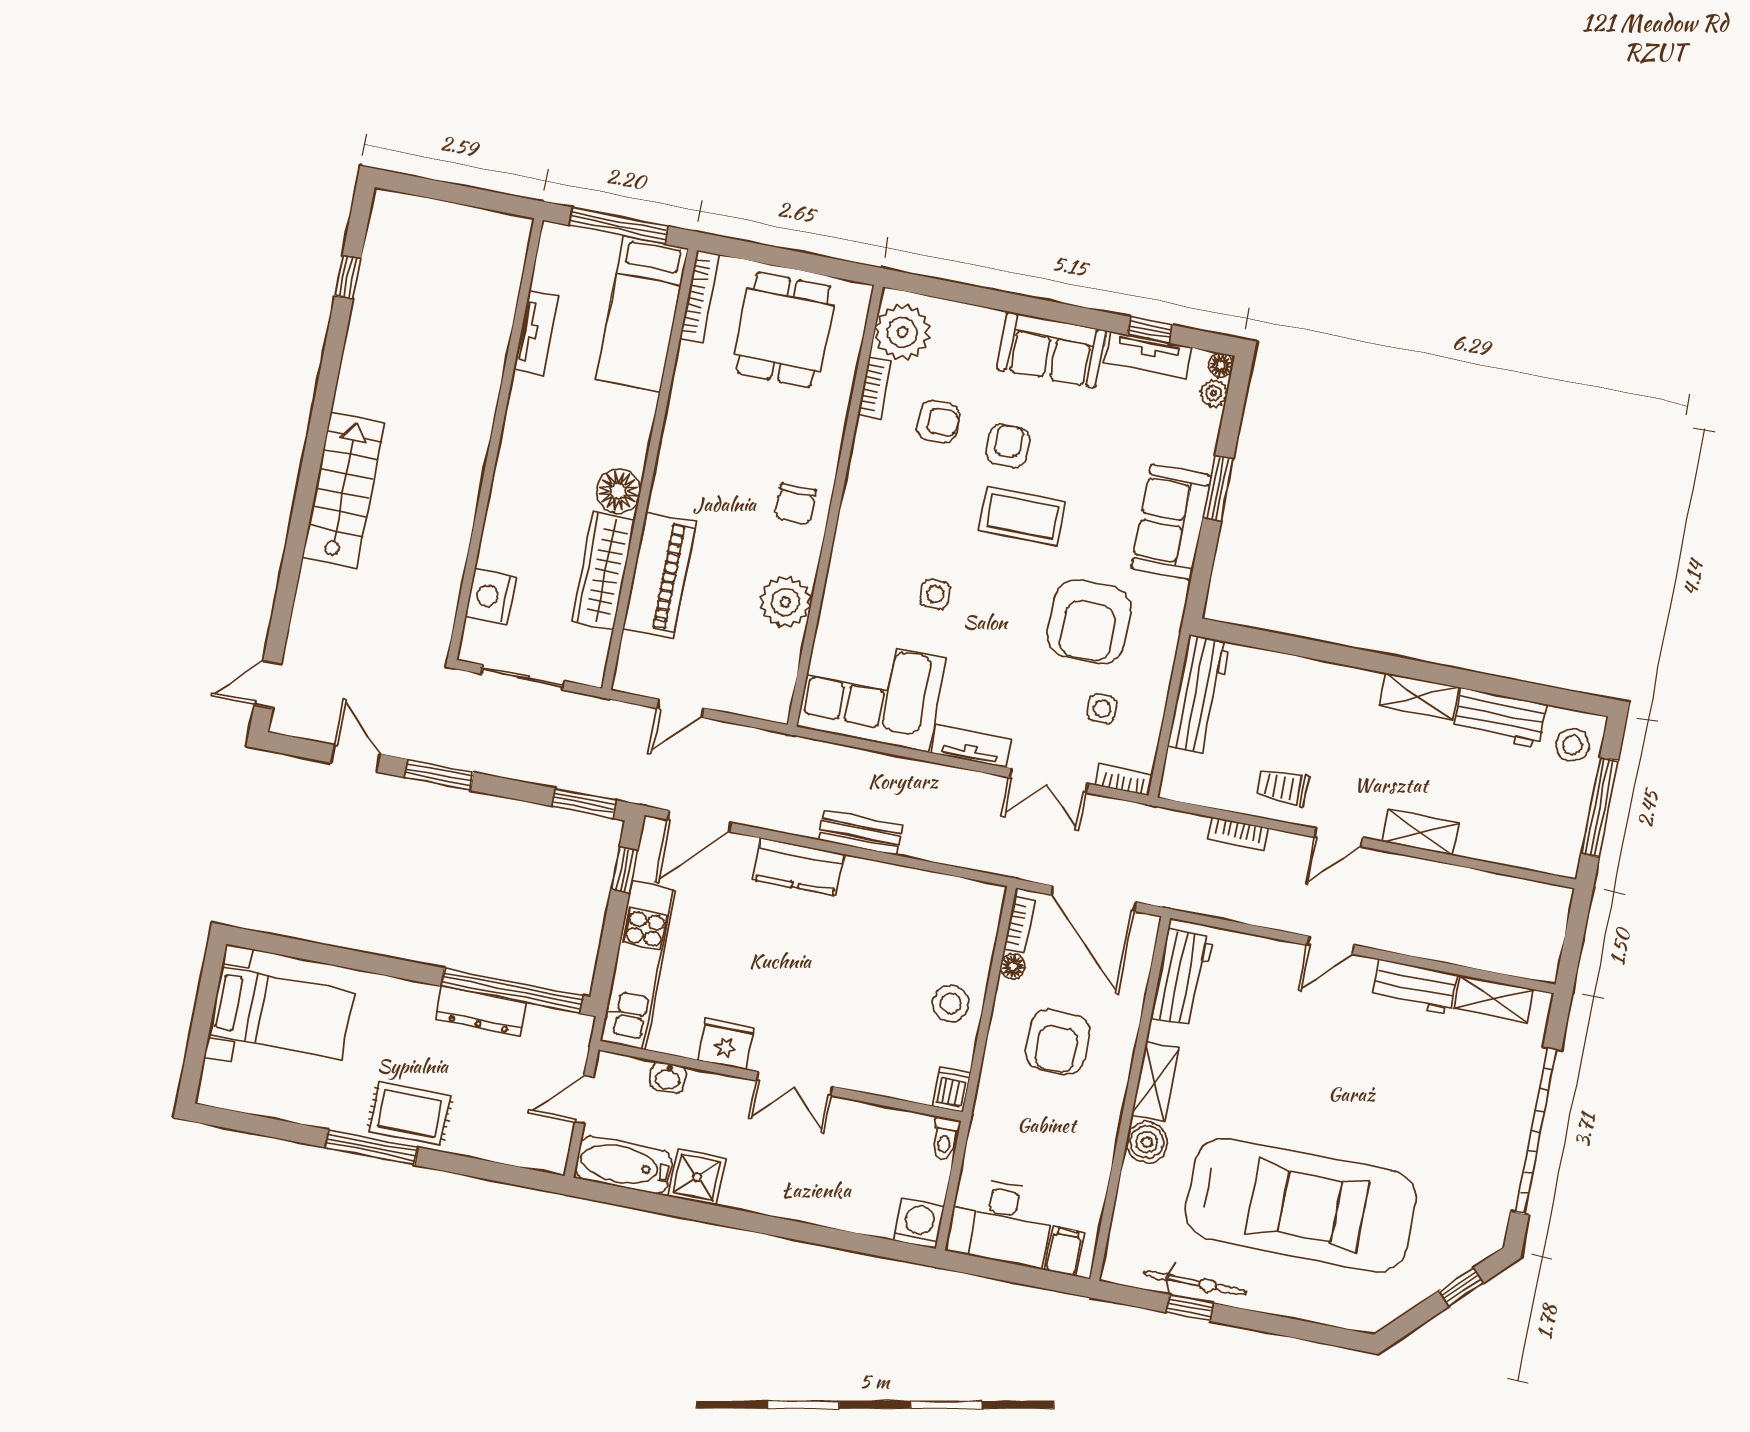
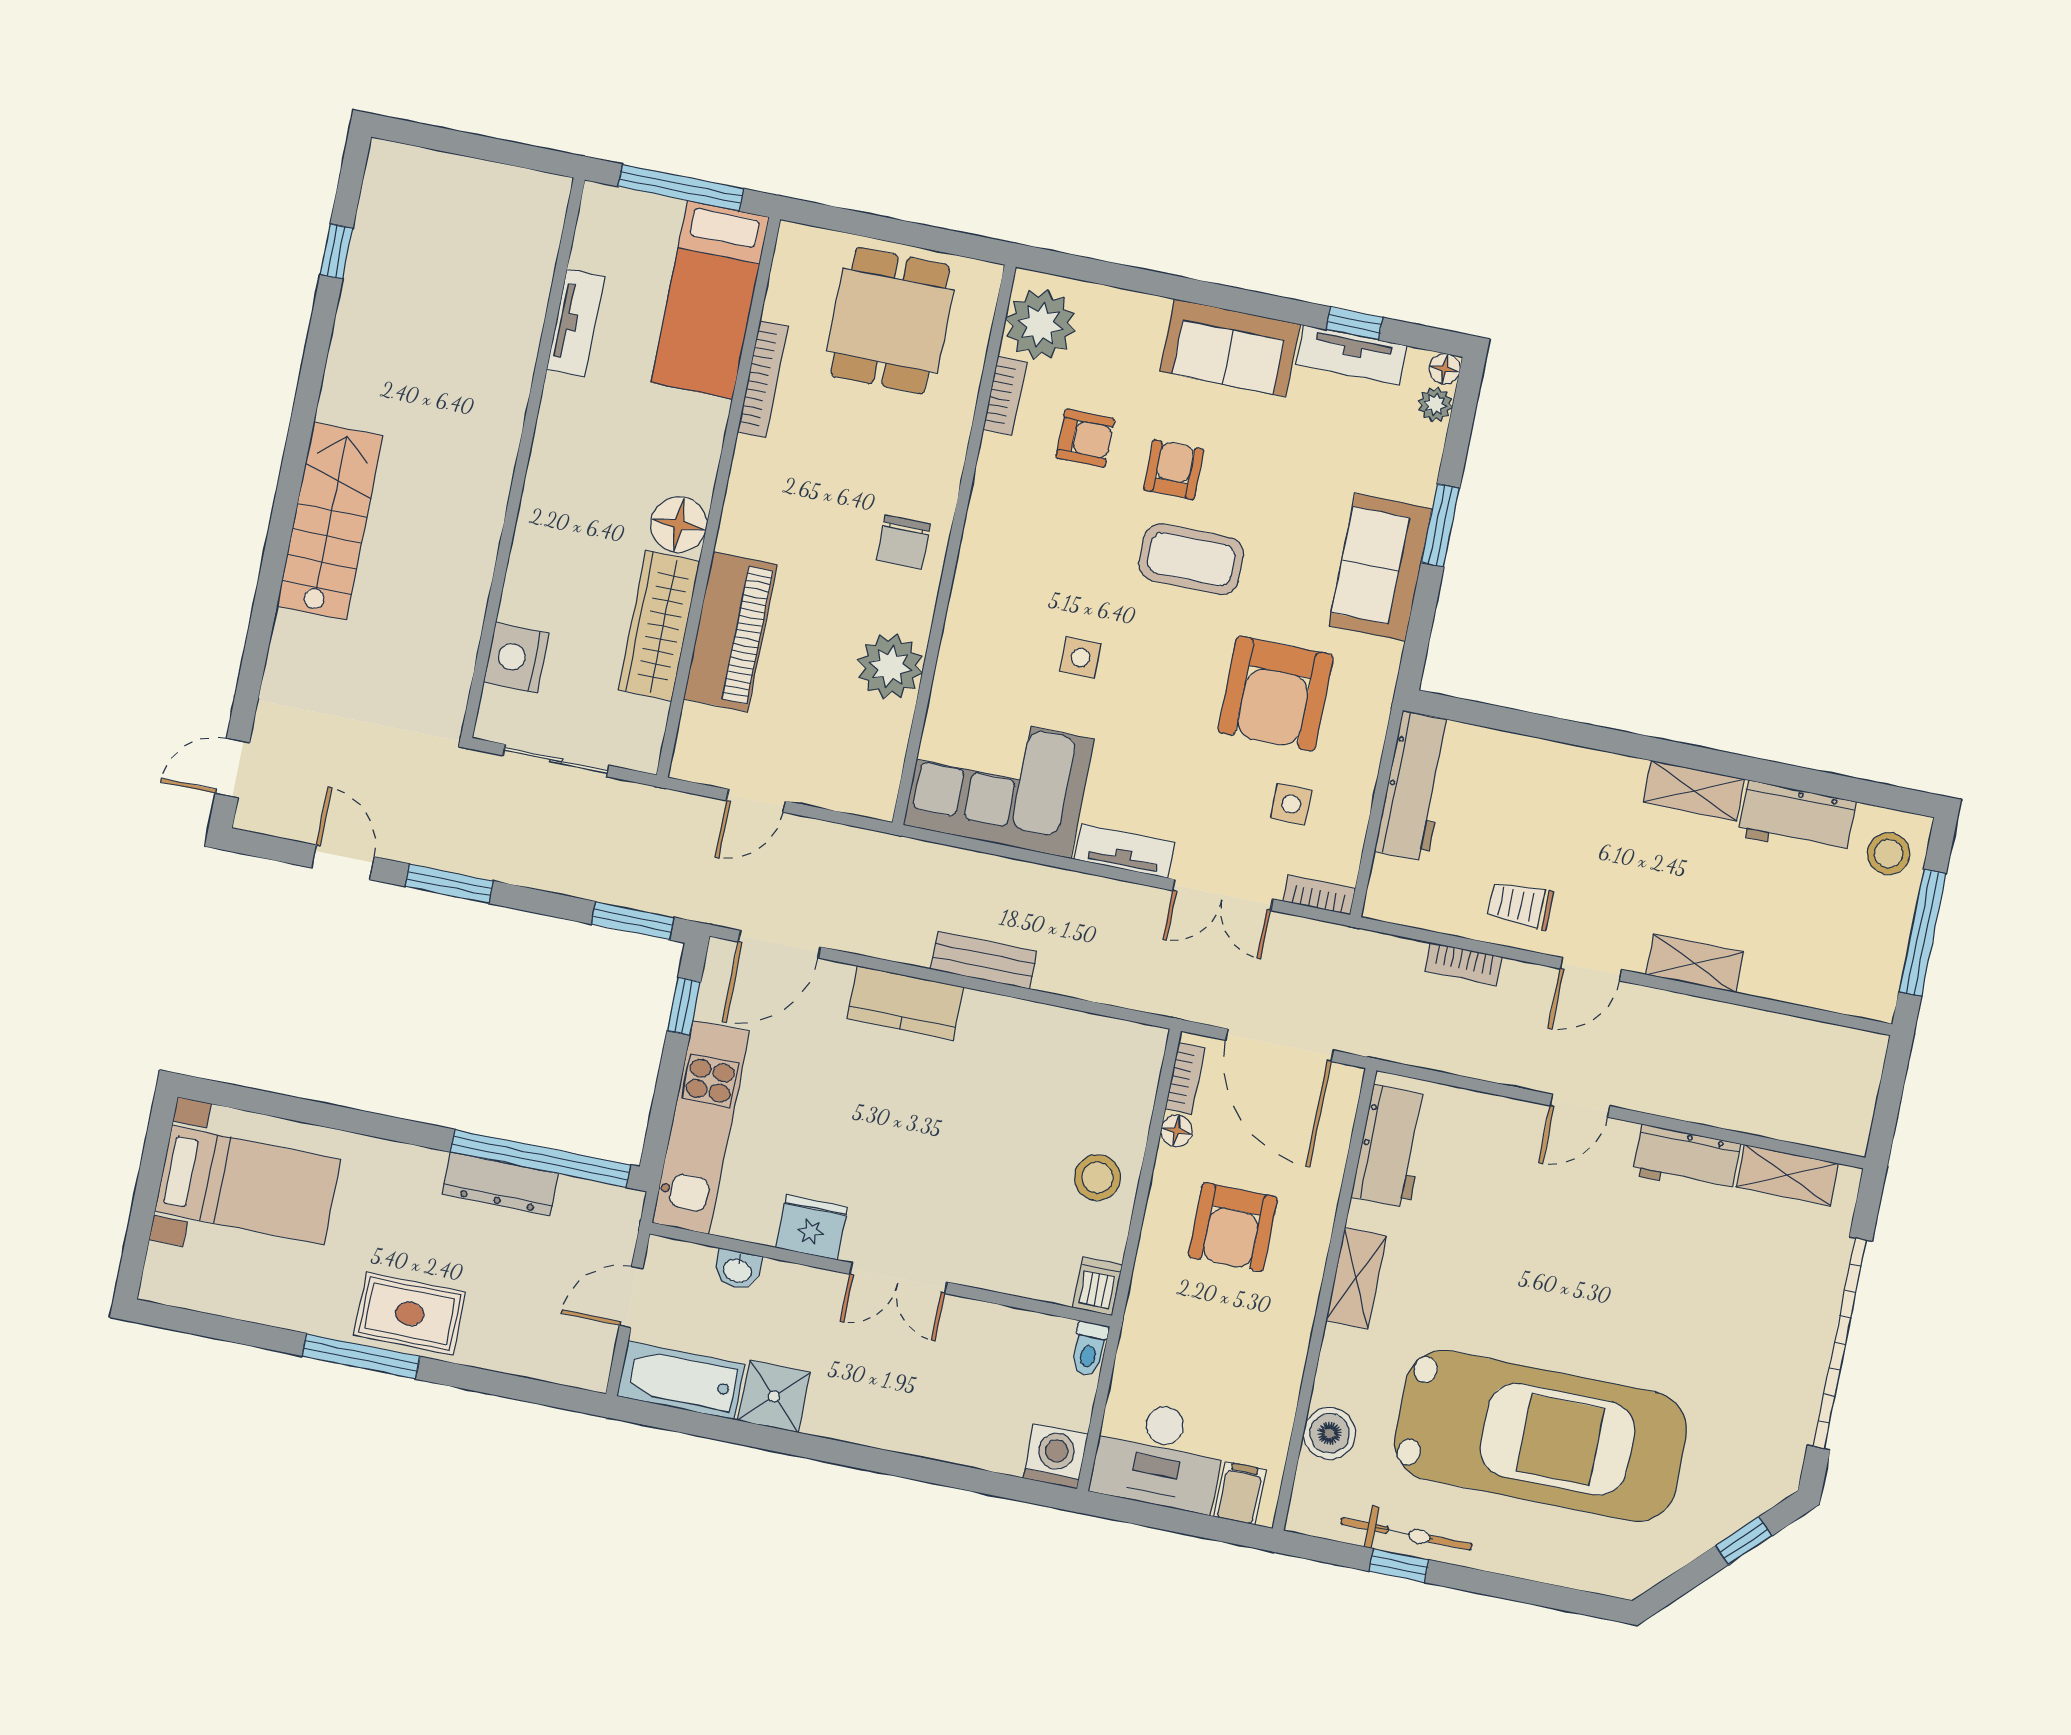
bookcase: (700, 297) -> (763, 379), moved
boiler: (1147, 1142) -> (1330, 1433), moved

